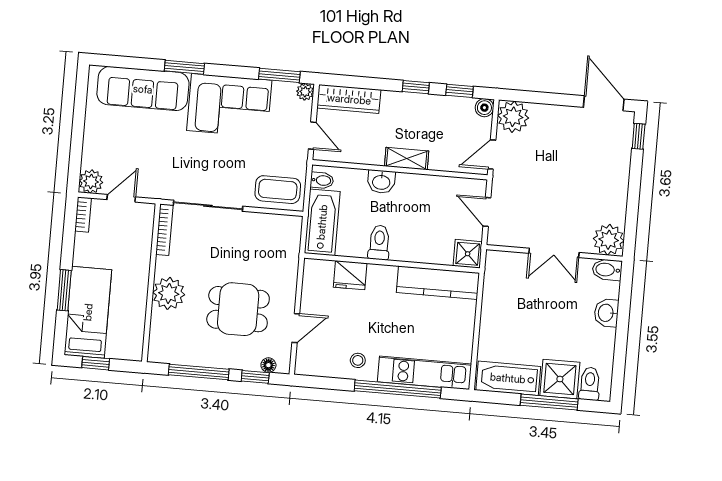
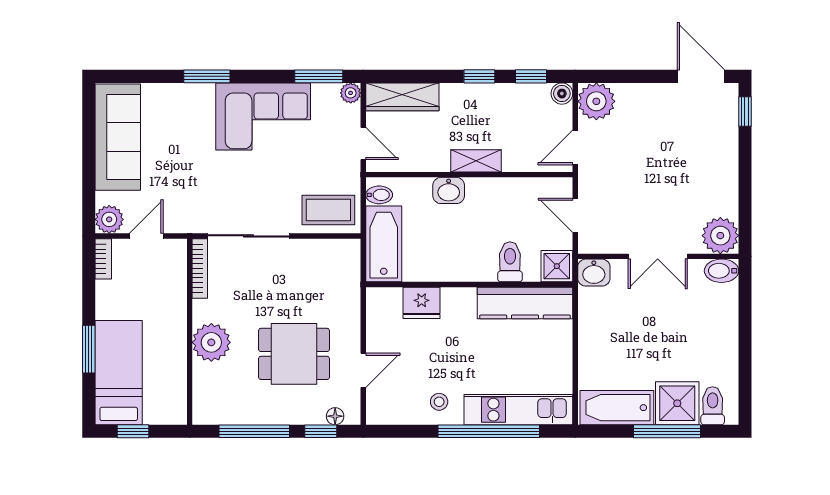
sofa: (143, 89) -> (118, 137), moved, turned -90
toilet: (379, 243) -> (510, 262), moved
washbasin: (606, 313) -> (594, 273), moved, turned -90

